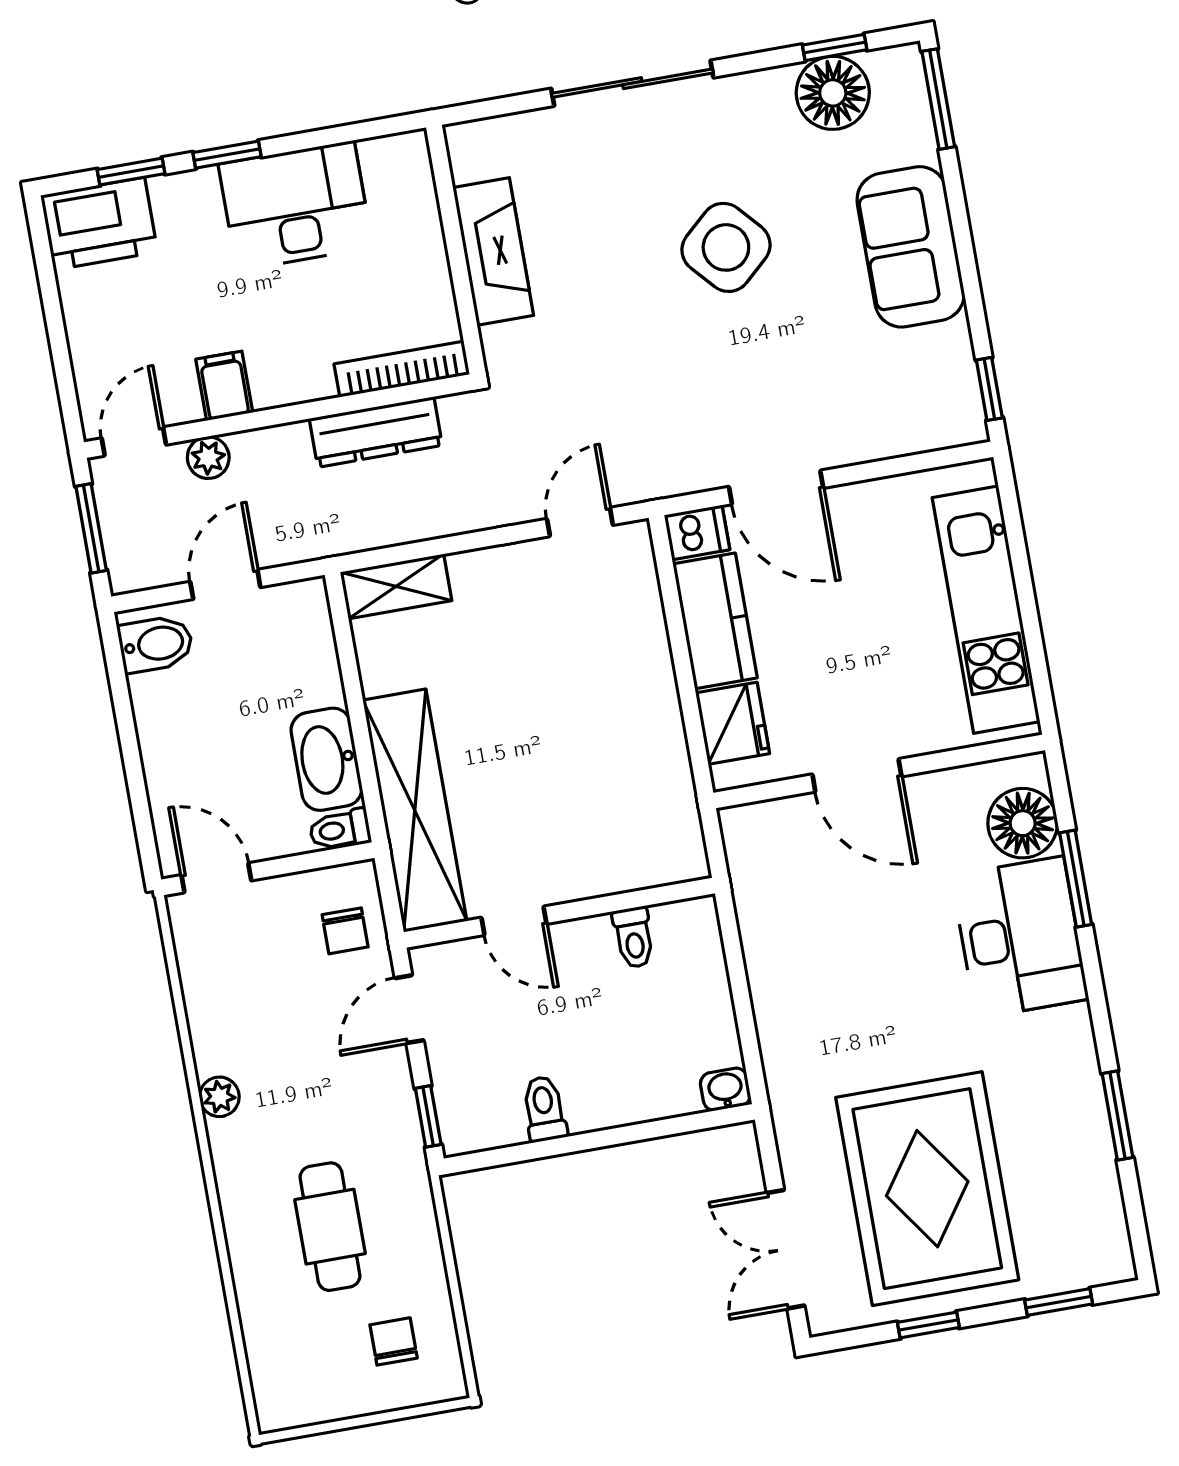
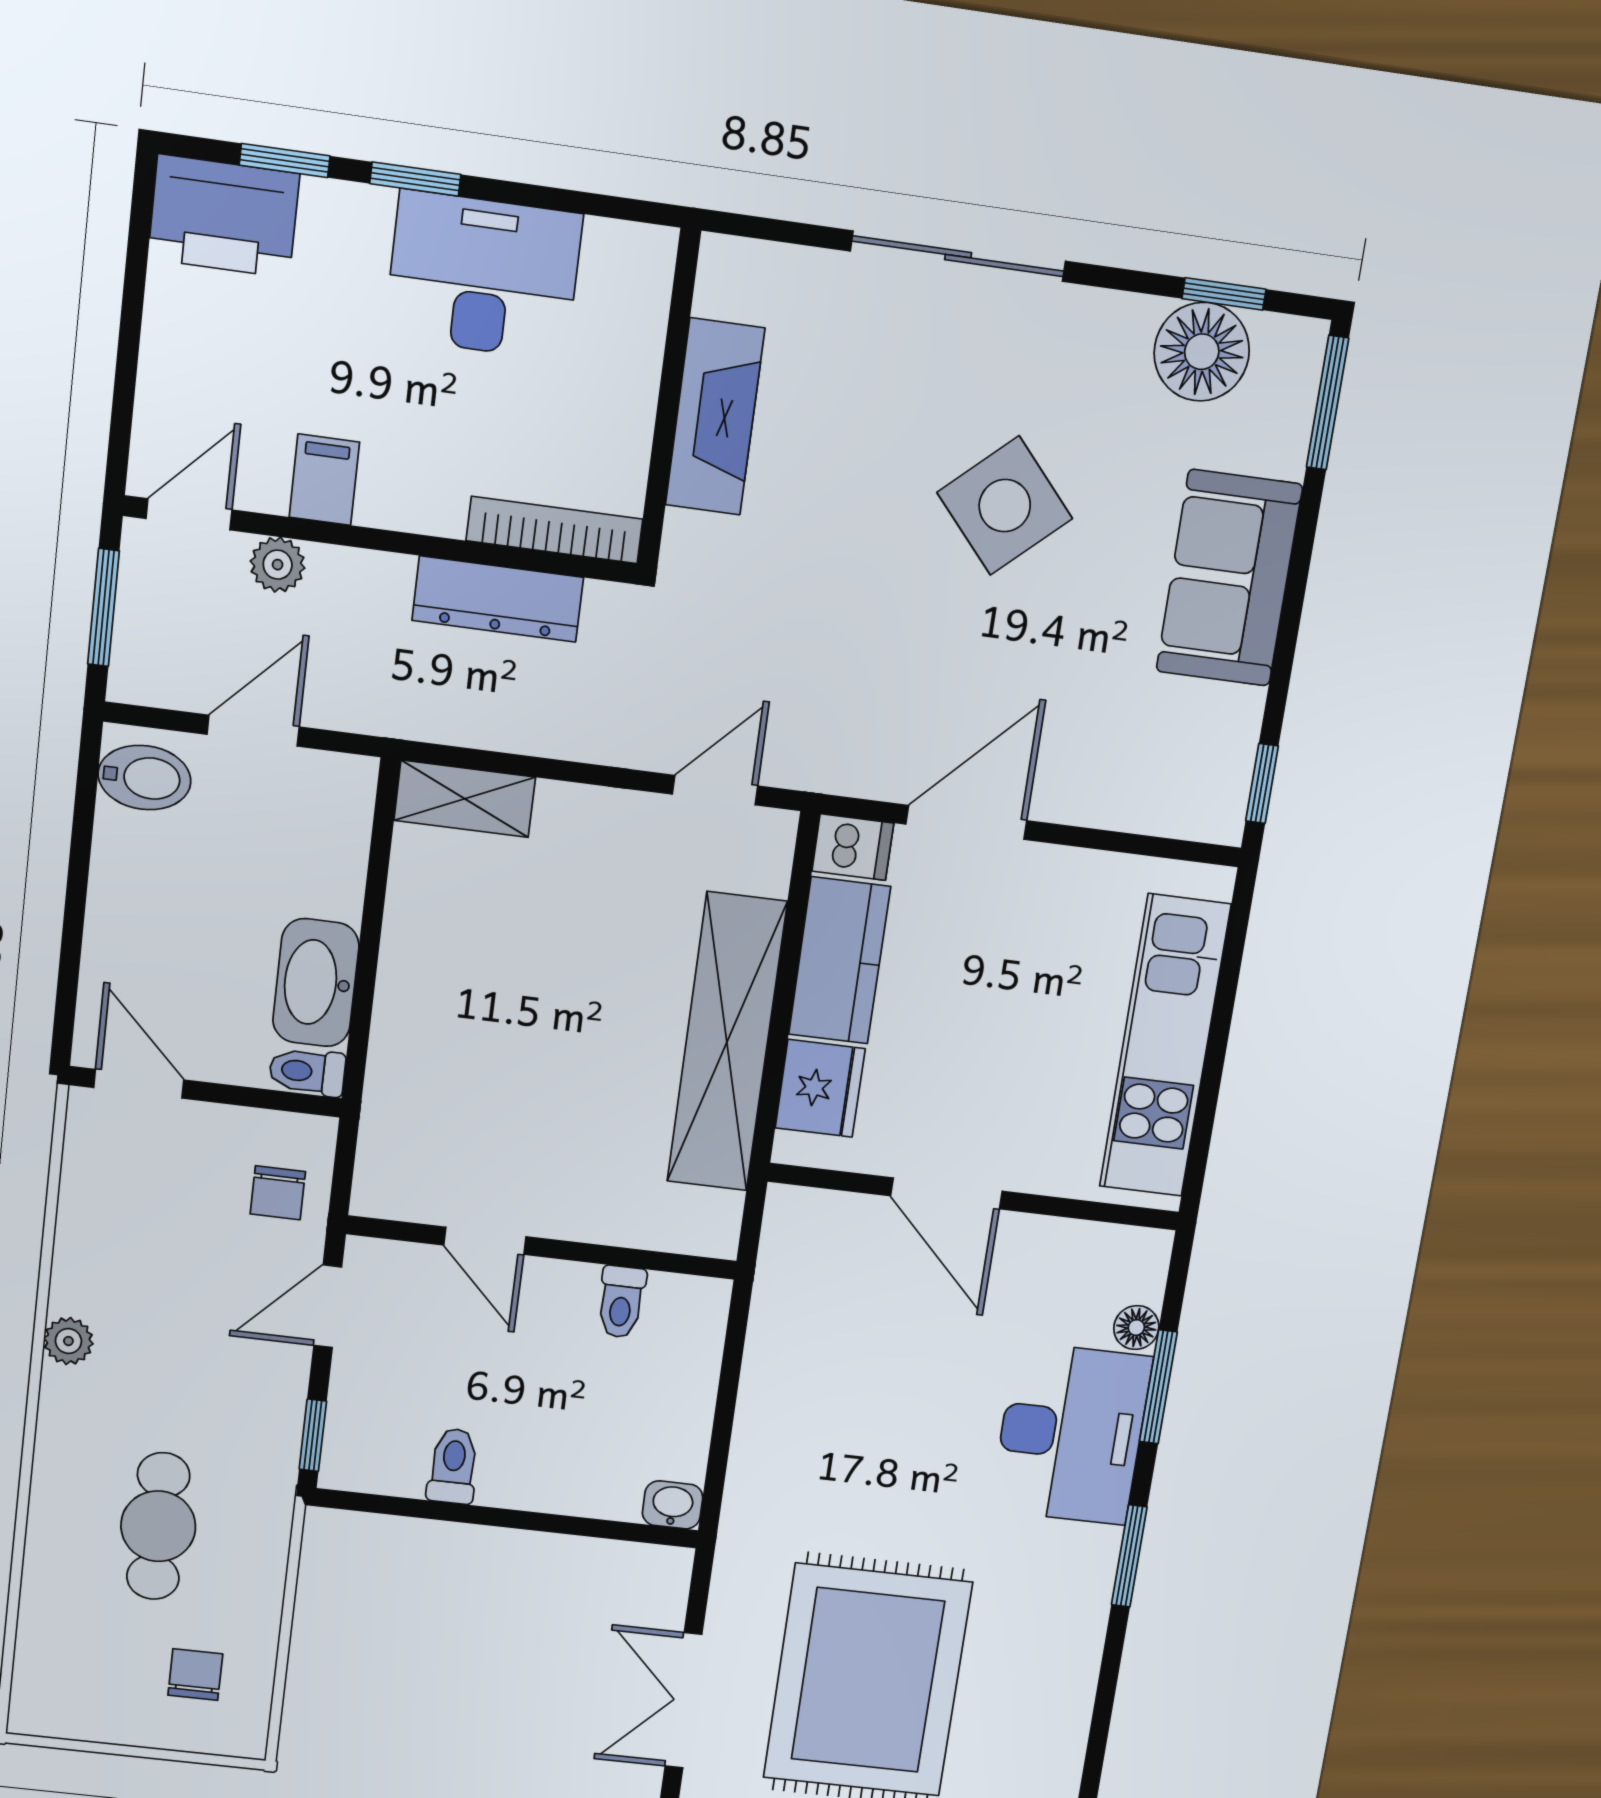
door: (776, 487) -> (966, 822), swing flipped
shelving: (415, 810) -> (727, 1042), moved
floor lamp: (1023, 823) -> (1136, 1328), width x0.53, depth x0.53
window: (1117, 1115) -> (1129, 1556), moved

